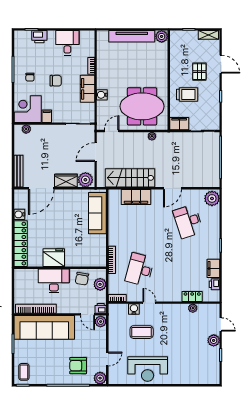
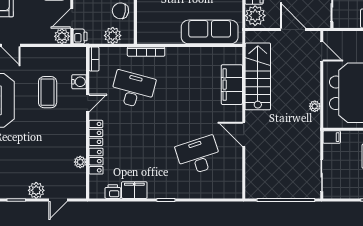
filing cabinet: (179, 124) -> (332, 137), width x0.50
plant: (212, 198) -> (230, 188), removed
locker: (171, 297) -> (96, 133), added

